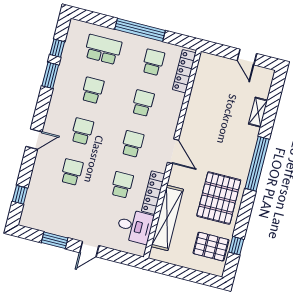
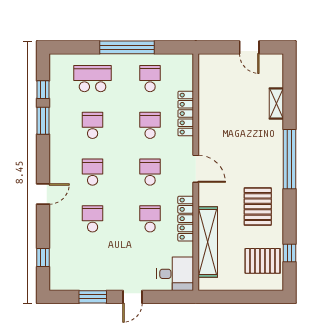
locker: (184, 71) -> (186, 114), moved
pallet: (219, 198) -> (258, 207), width x0.73, depth x0.71
desk: (135, 226) -> (175, 274), moved

